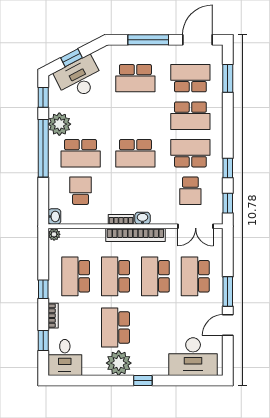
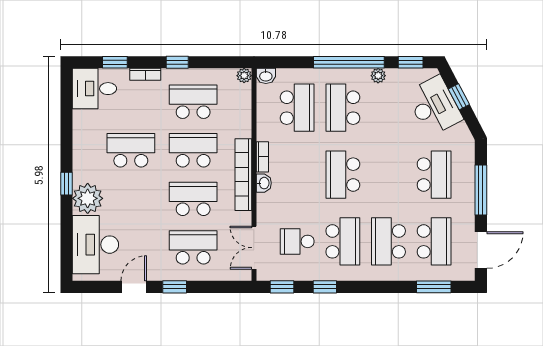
door: (198, 40) -> (481, 250), hinge flipped
school desk: (135, 78) -> (434, 175), turned 180
plant: (59, 124) -> (378, 76), width x0.53, depth x0.53
school desk: (81, 191) -> (297, 108), width x1.85
window: (228, 291) -> (175, 287), width x0.67
door: (228, 325) -> (134, 287), hinge flipped
plant: (119, 363) -> (88, 198), moved

